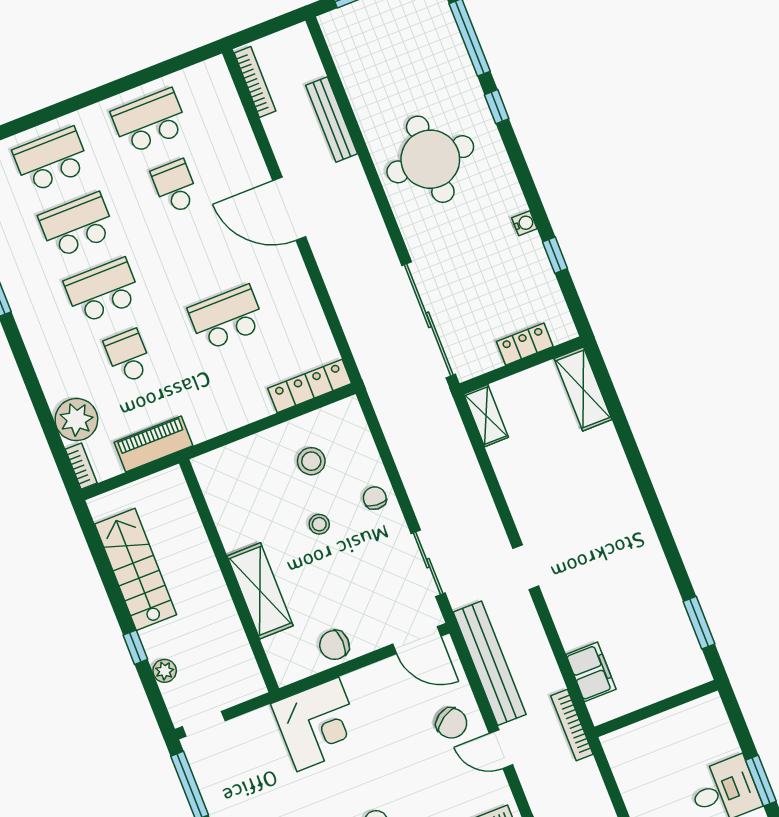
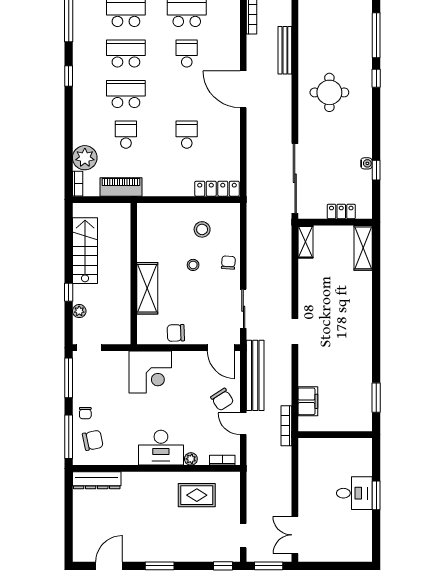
round table: (430, 159) -> (329, 92), width x0.73, depth x0.73
water cooler: (524, 223) -> (366, 163), moved
school desk: (226, 318) -> (187, 135), width x0.54

